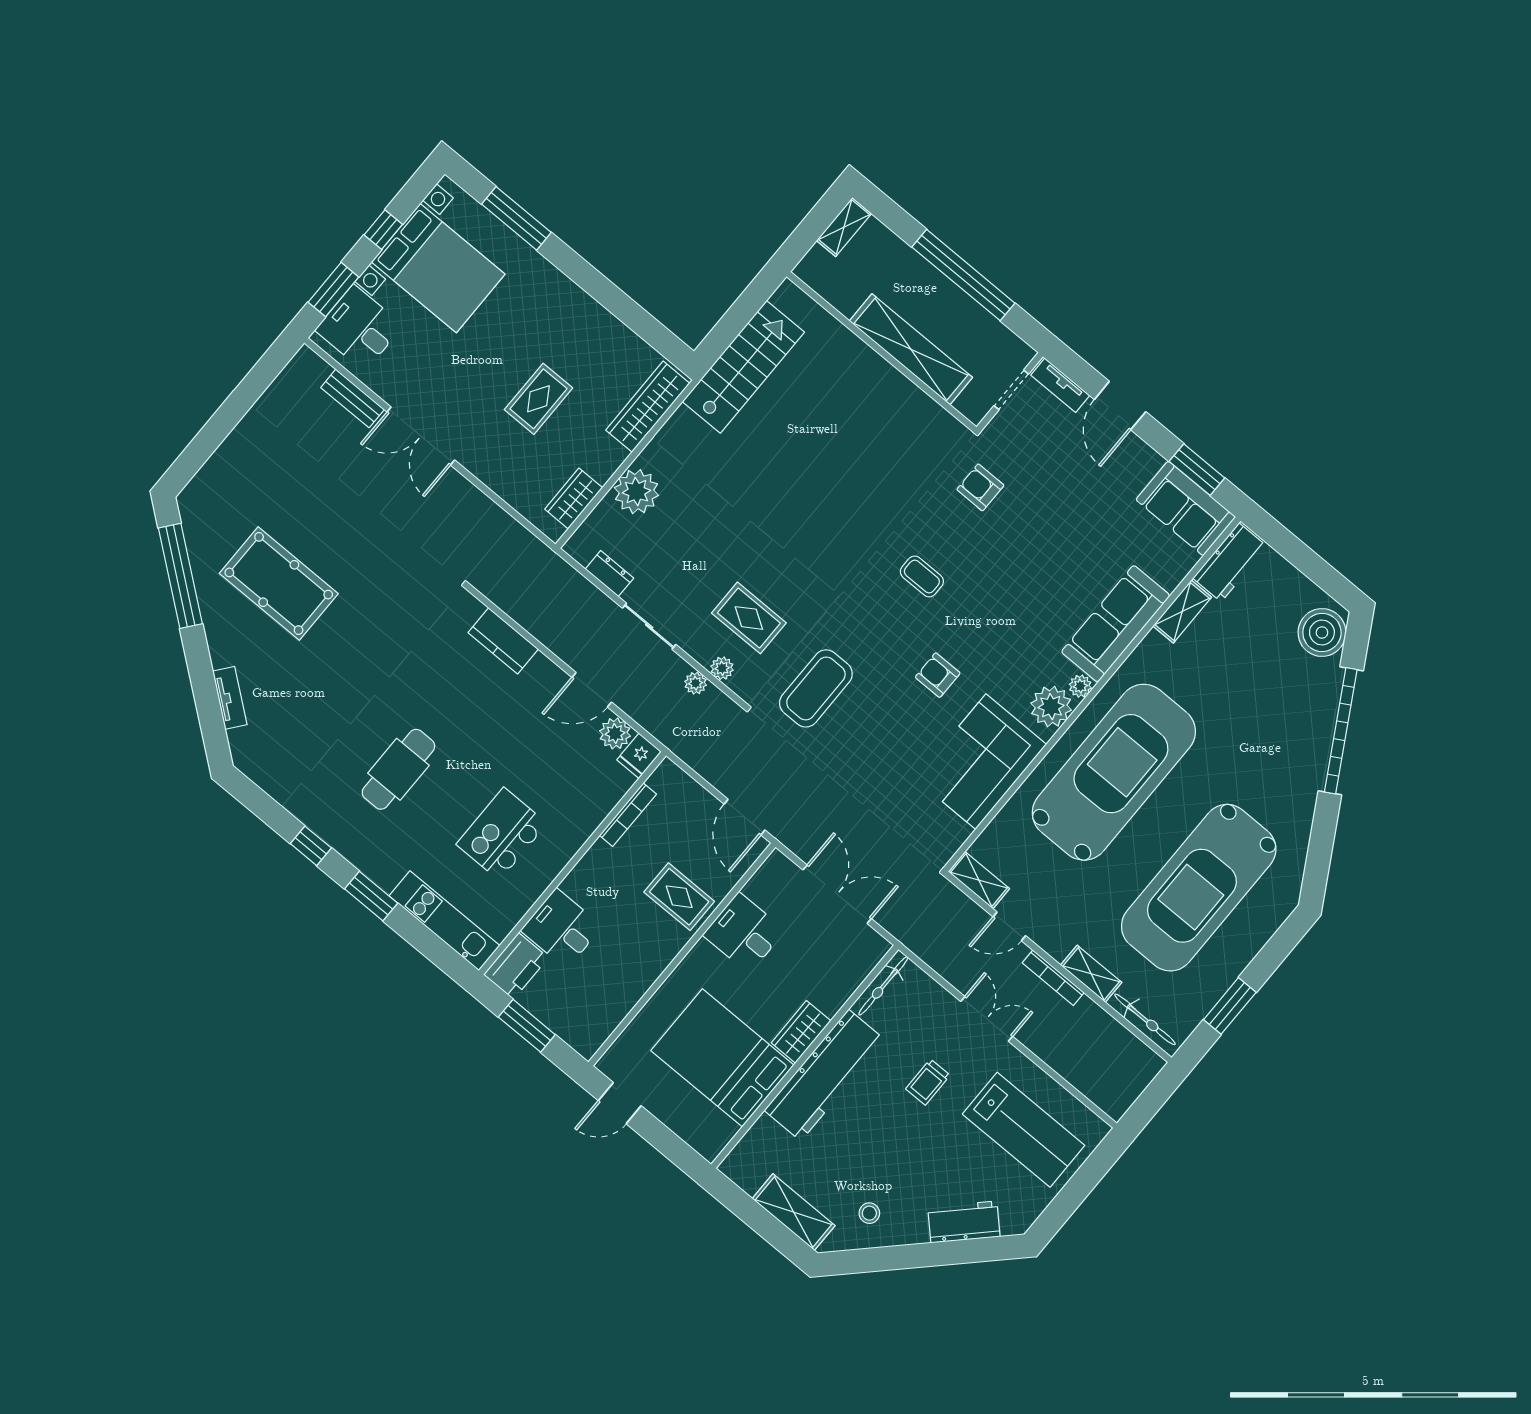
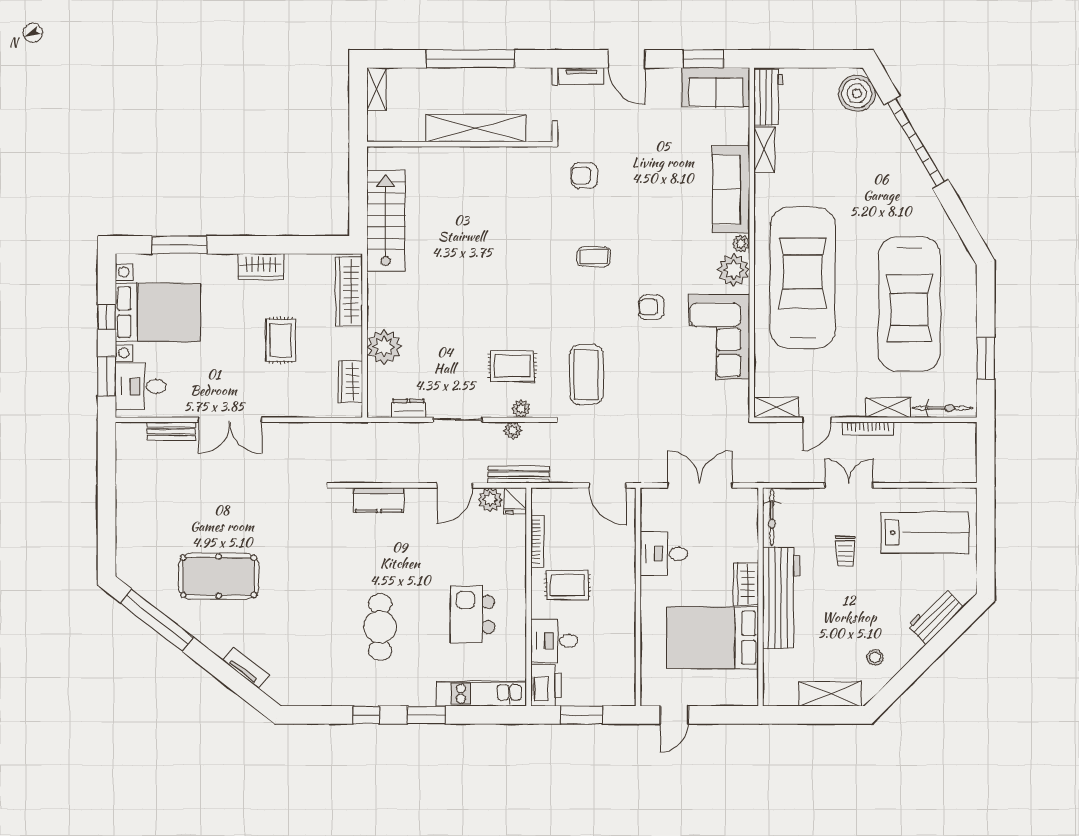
wardrobe: (580, 308) -> (261, 267), added
bench: (665, 732) -> (519, 475), added
rug: (679, 897) -> (567, 585), moved

